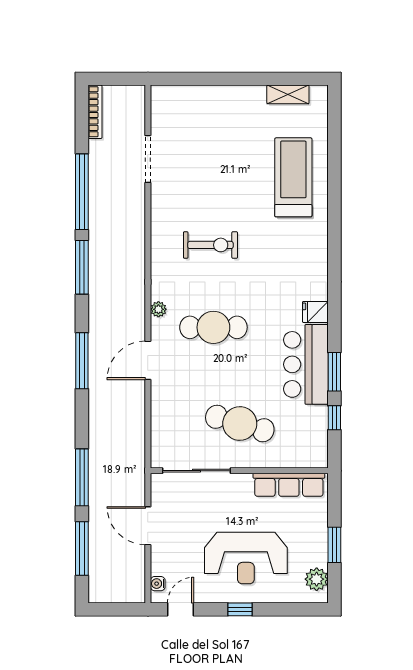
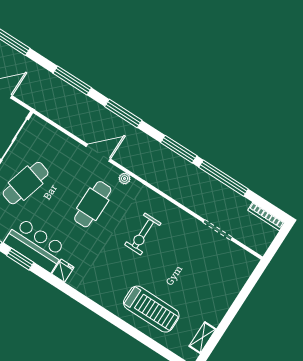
door: (148, 360) -> (98, 153), hinge flipped
window: (82, 477) -> (72, 81), moved

